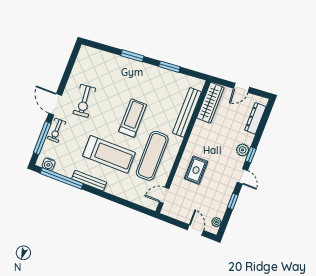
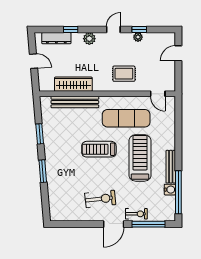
wardrobe: (210, 103) -> (73, 84), moved
window: (251, 155) -> (71, 30), moved
water cooler: (49, 164) -> (170, 190), moved
plant: (216, 222) -> (138, 37), moved

